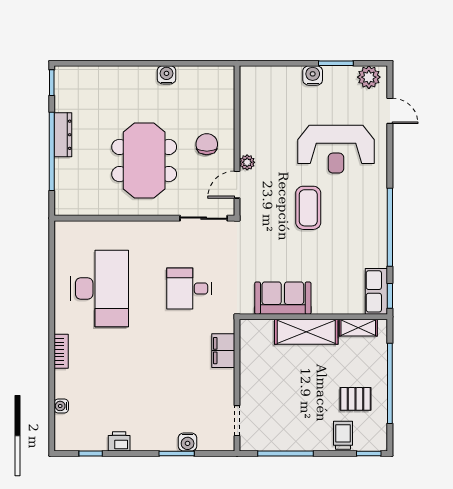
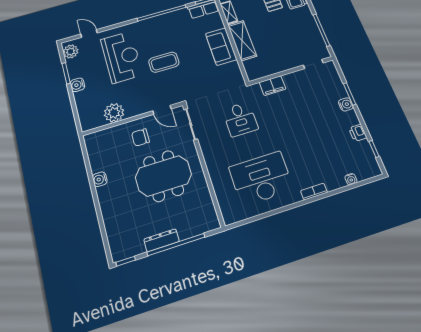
door: (390, 111) -> (89, 33), hinge flipped
plant: (247, 162) -> (114, 113), moved, width x1.87, depth x1.87
sofa: (283, 298) -> (221, 47), moved
water cooler: (188, 442) -> (346, 104), moved

